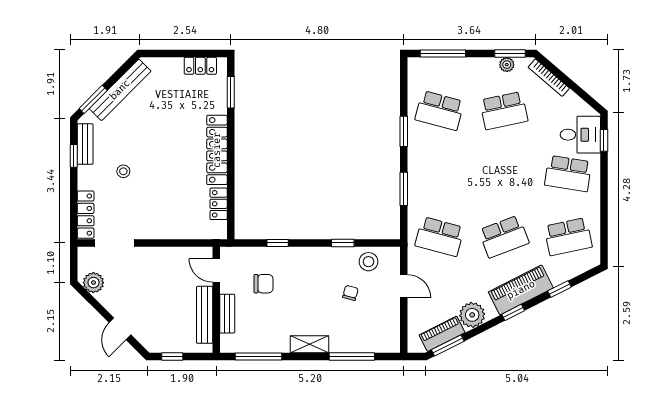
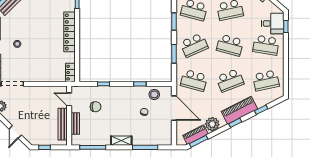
school desk: (440, 174) -> (194, 45), added
school desk: (504, 174) -> (230, 45), added
locker: (219, 204) -> (70, 73), moved
door: (404, 286) -> (174, 108), width x1.87

